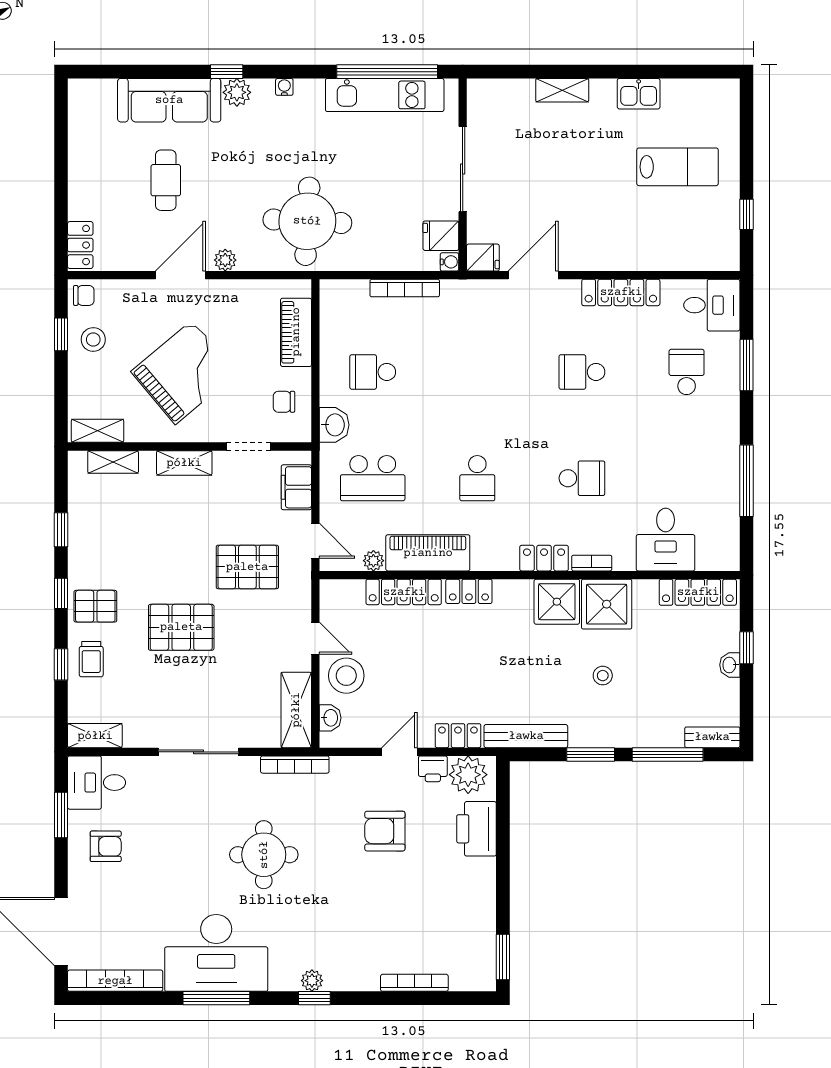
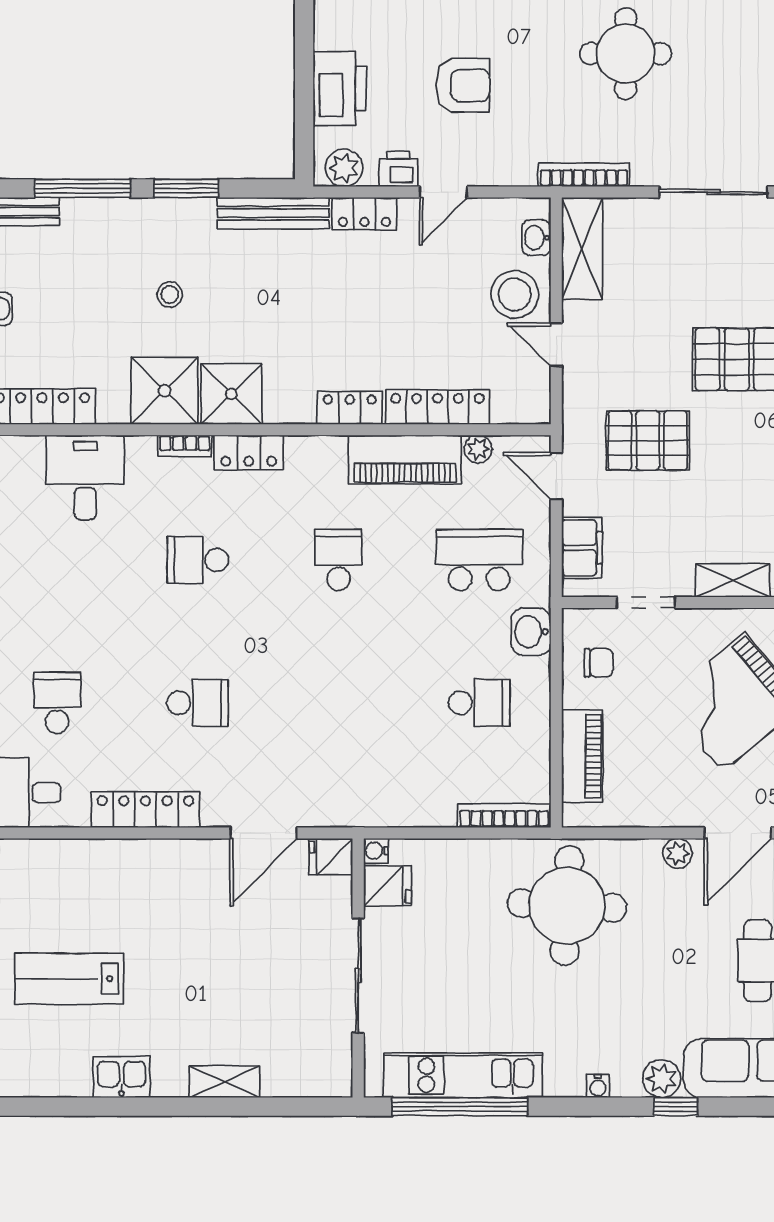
bookcase: (405, 288) -> (504, 816), moved
school desk: (687, 372) -> (57, 703), turned 180
plant: (468, 775) -> (344, 168), width x0.73, depth x0.73

